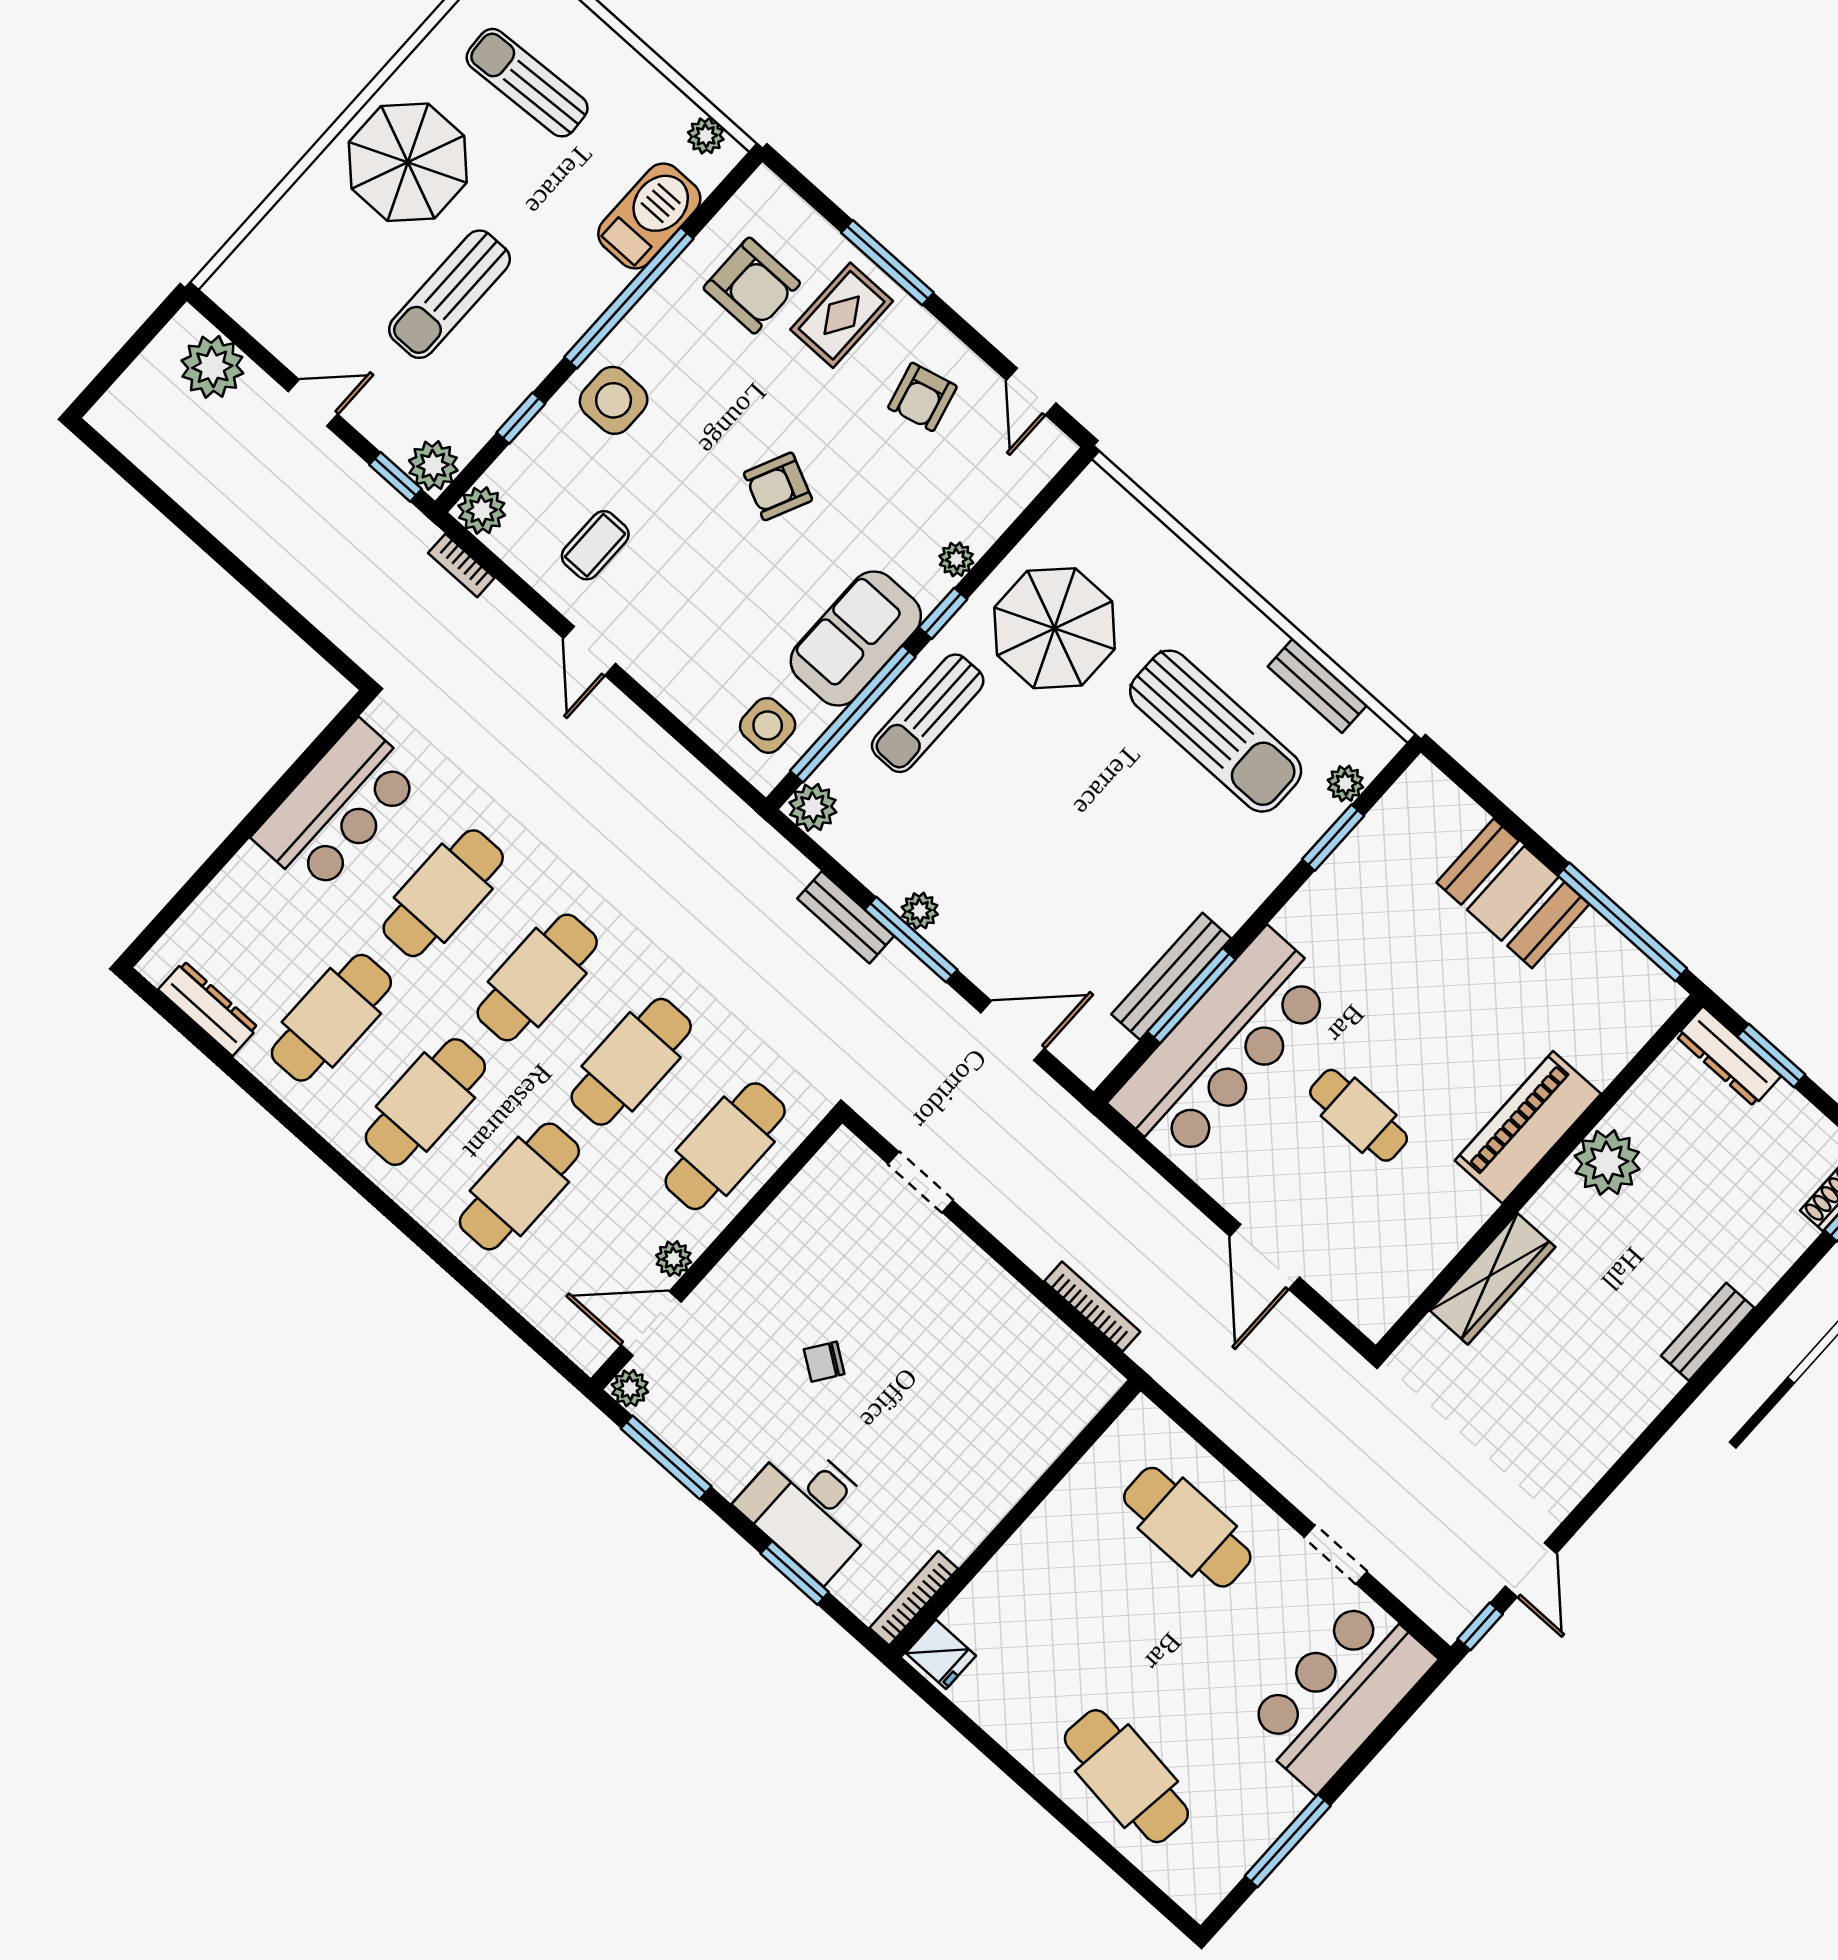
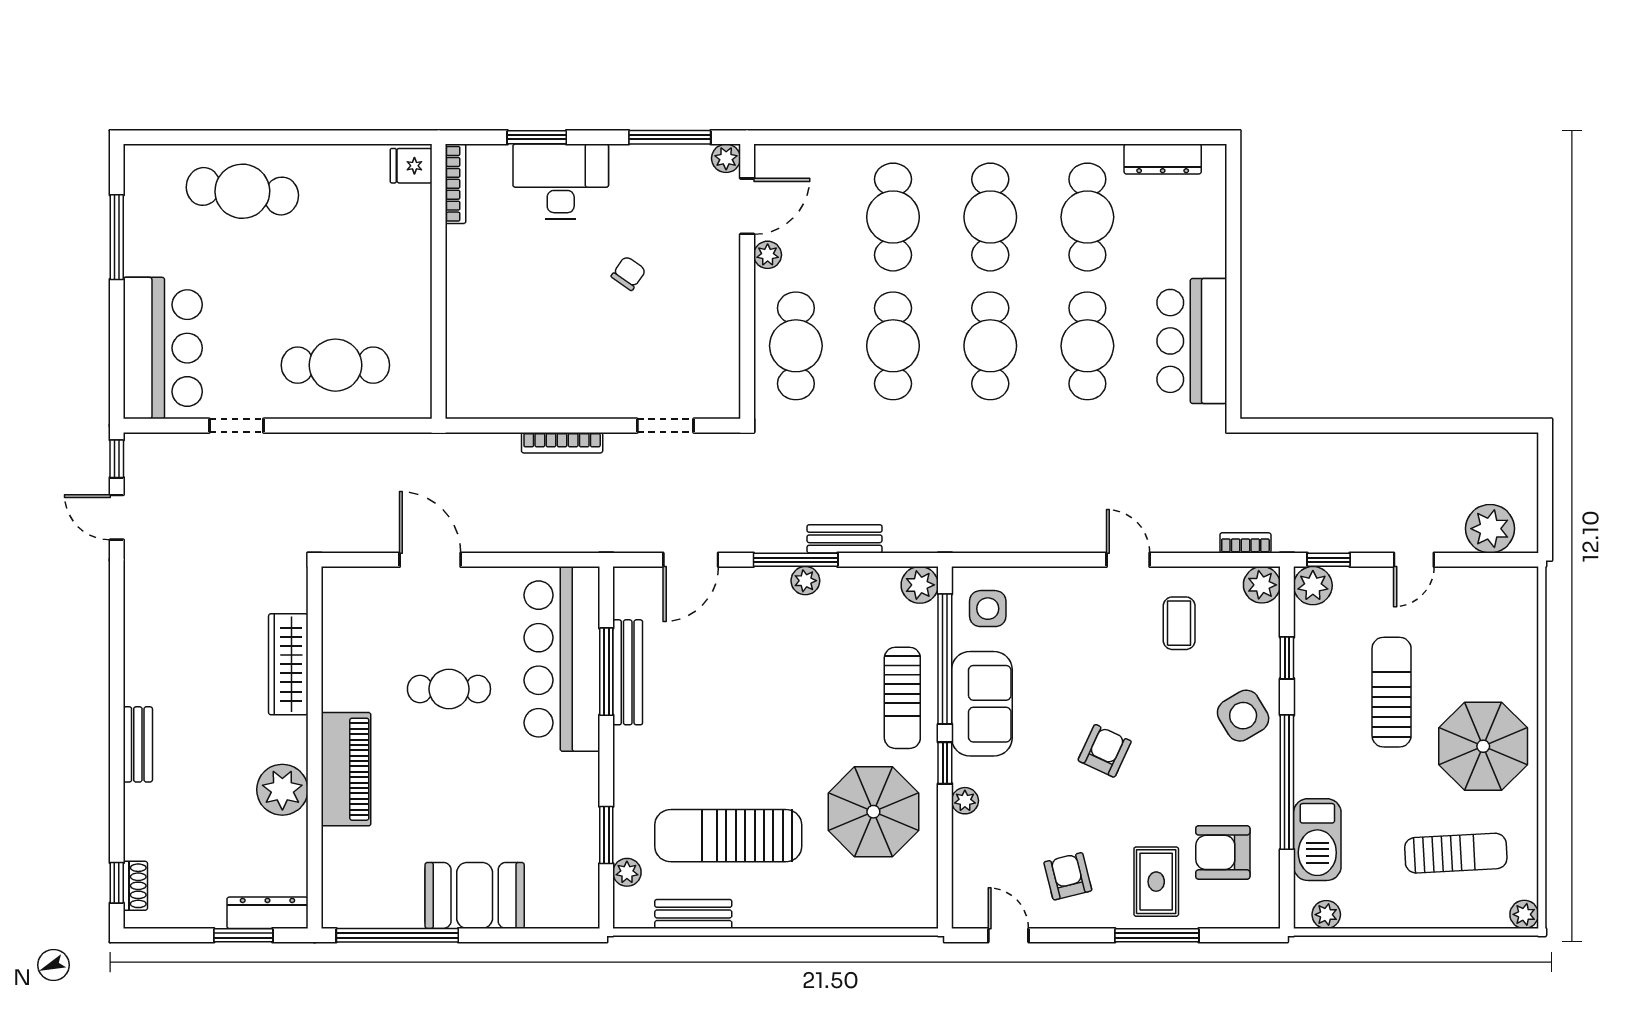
side table: (614, 400) -> (1243, 716), turned -31
sun lounger: (928, 713) -> (902, 698), turned 180
bookcase: (1092, 1307) -> (562, 443), moved

